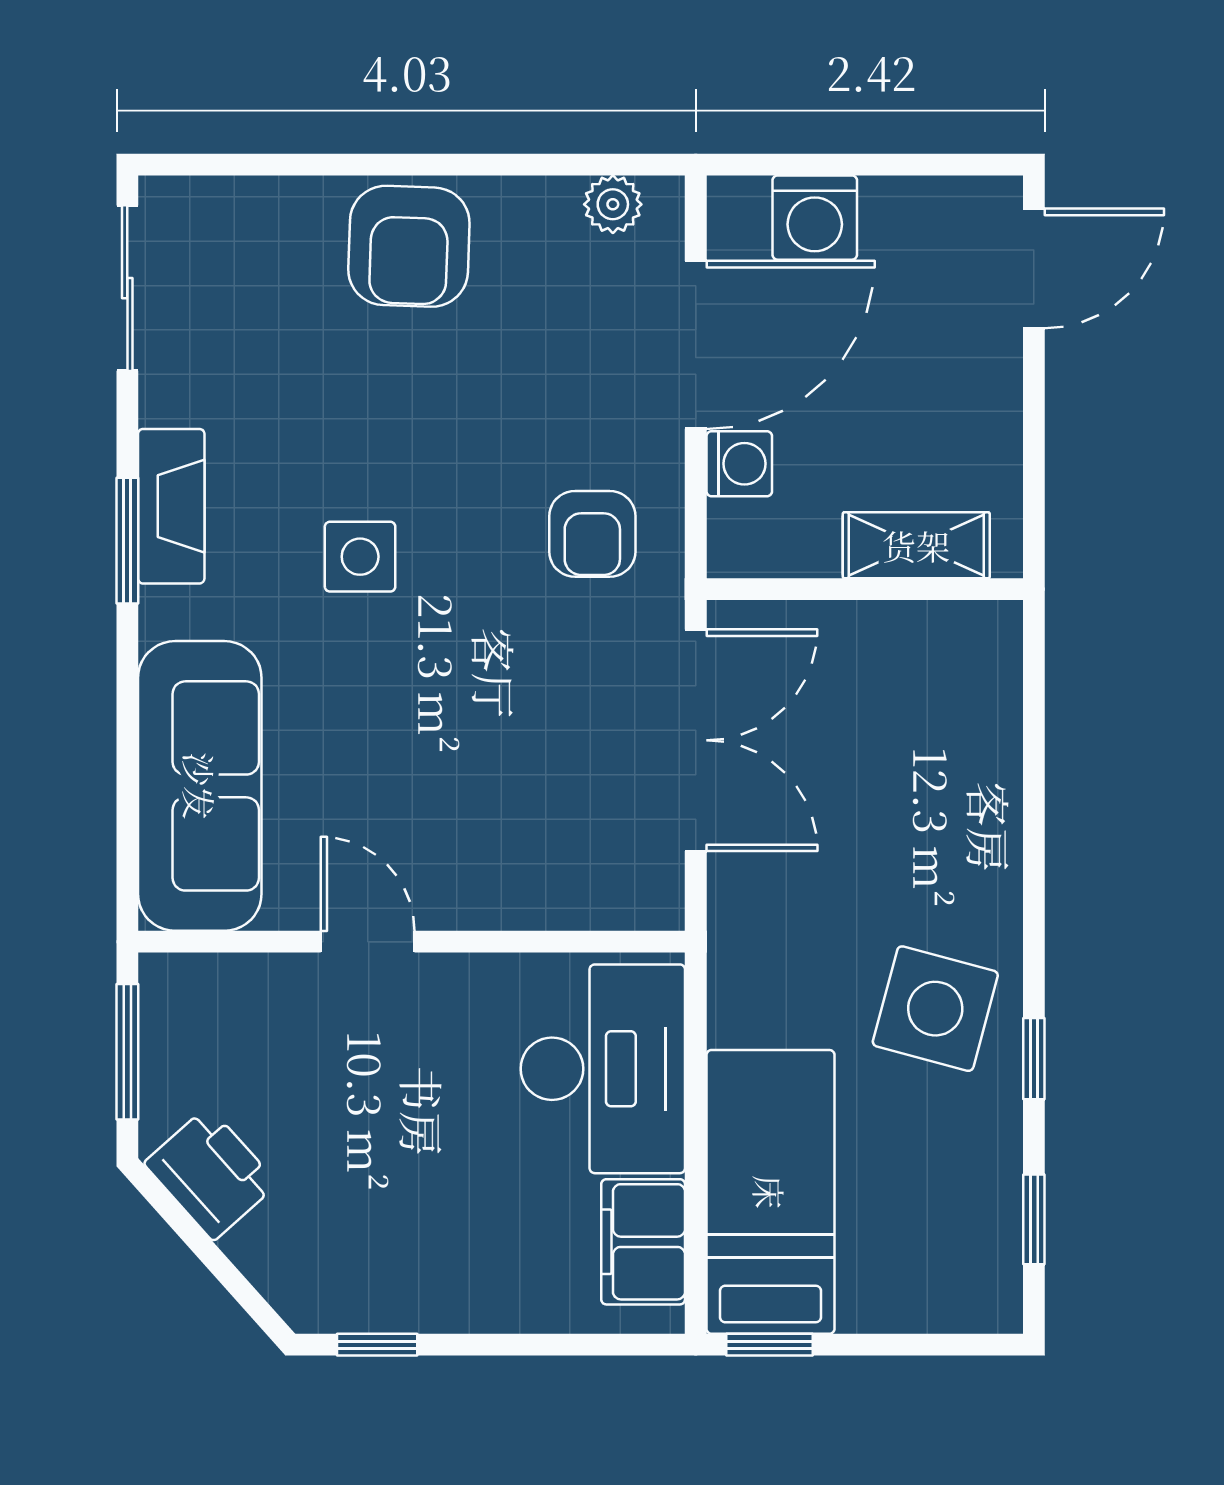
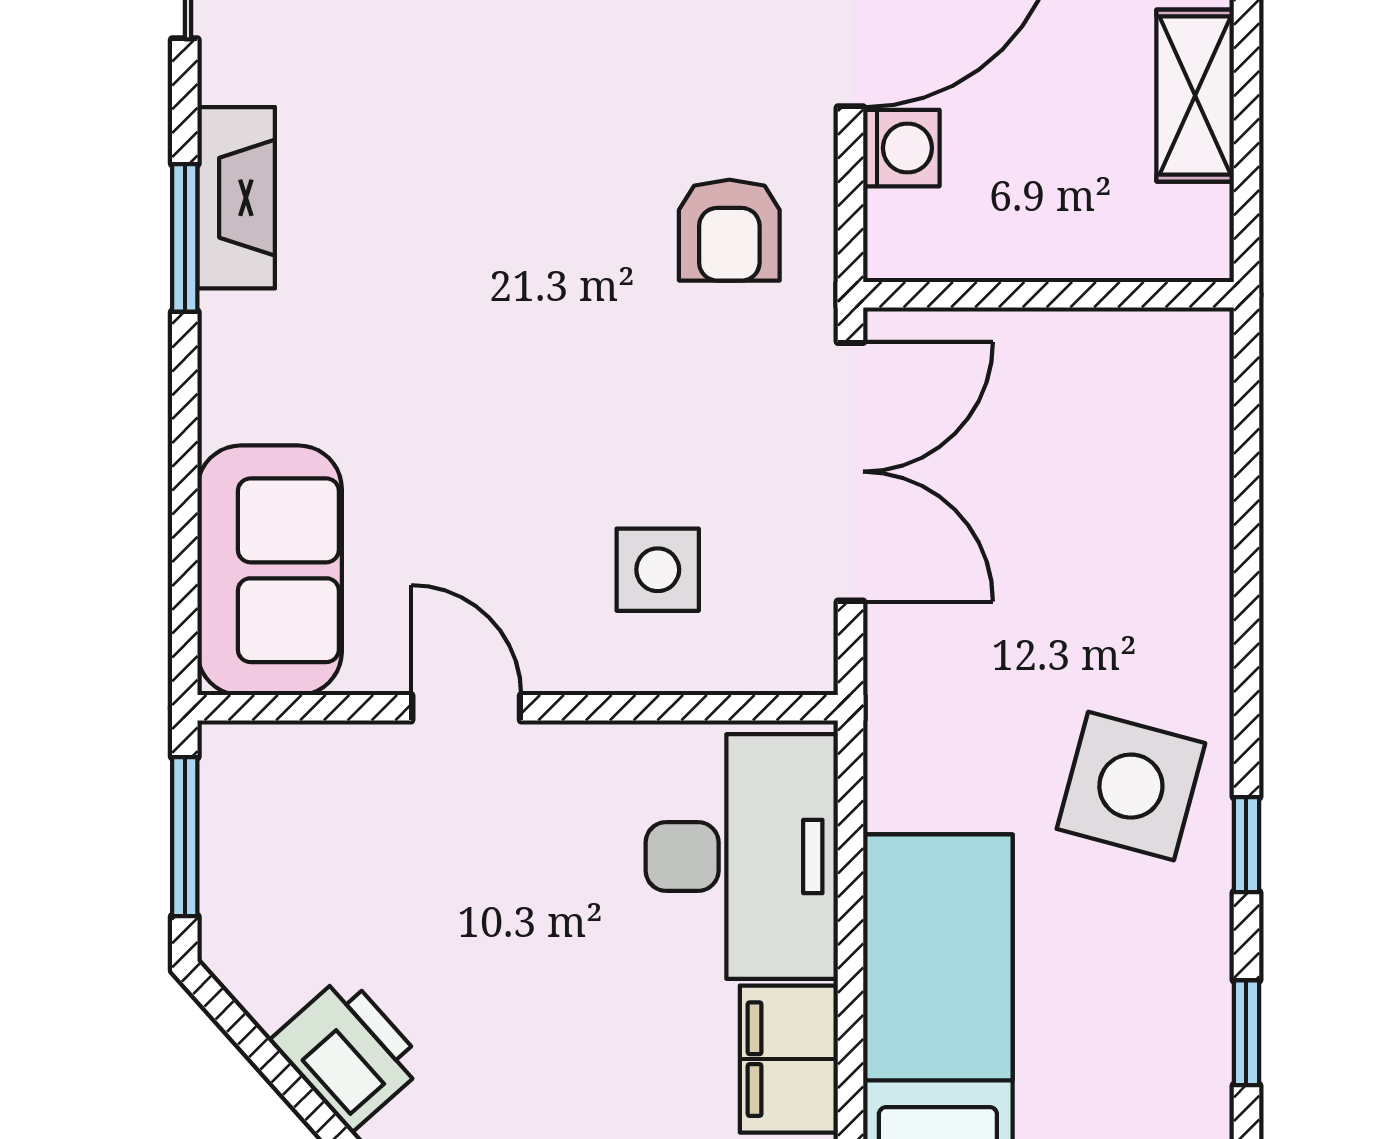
shelving: (916, 545) -> (1195, 96), moved, turned 90
side table: (360, 557) -> (658, 570), moved
sofa: (200, 786) -> (270, 570), width x0.73
printer: (211, 1173) -> (348, 1053), moved

